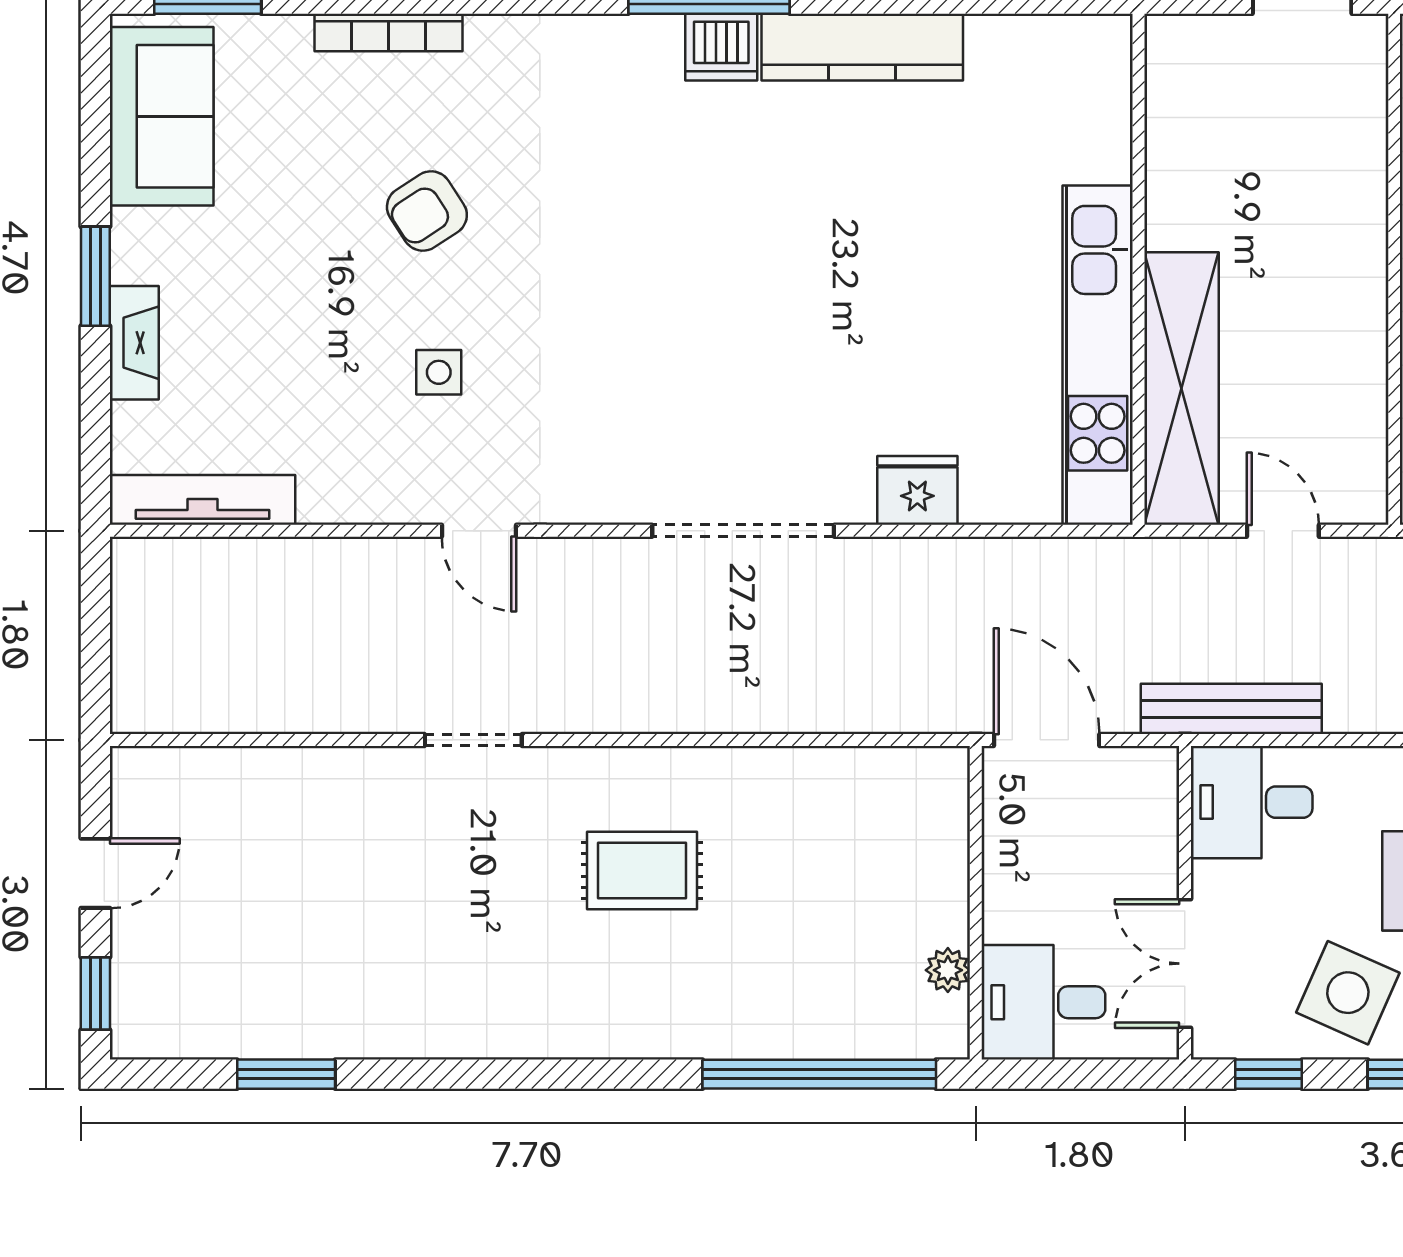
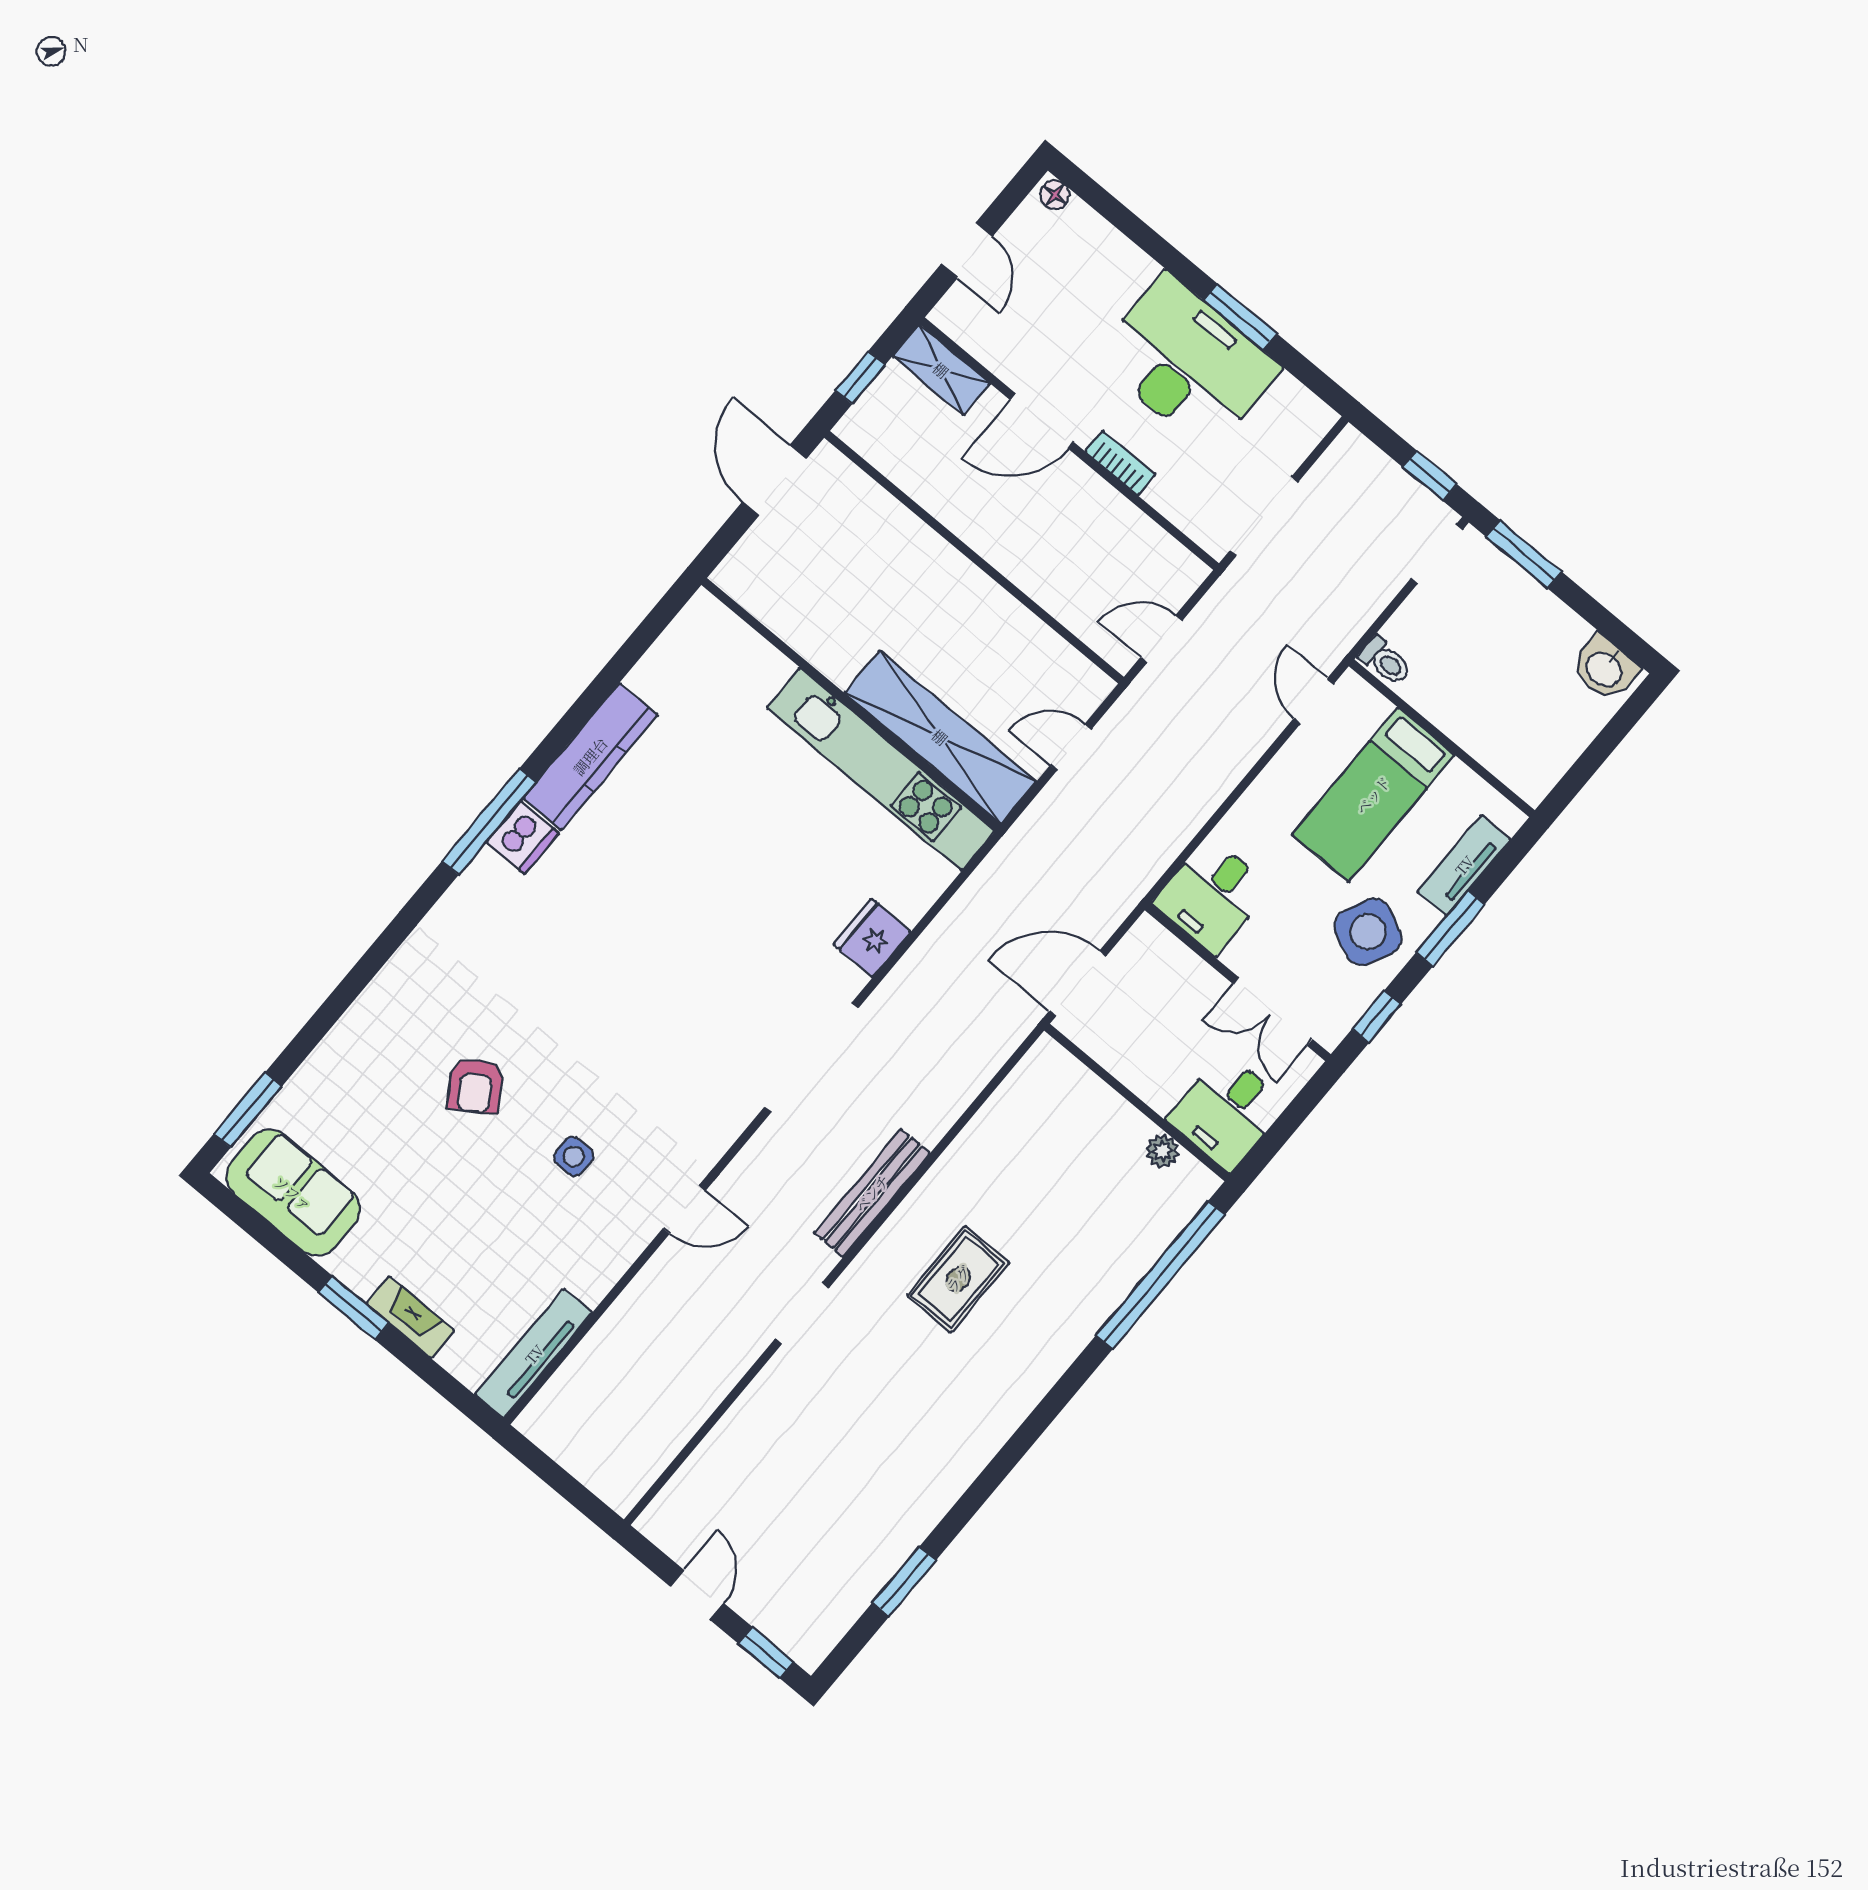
bookcase: (388, 32) -> (354, 1022), removed
bench: (1231, 709) -> (872, 1193), moved

